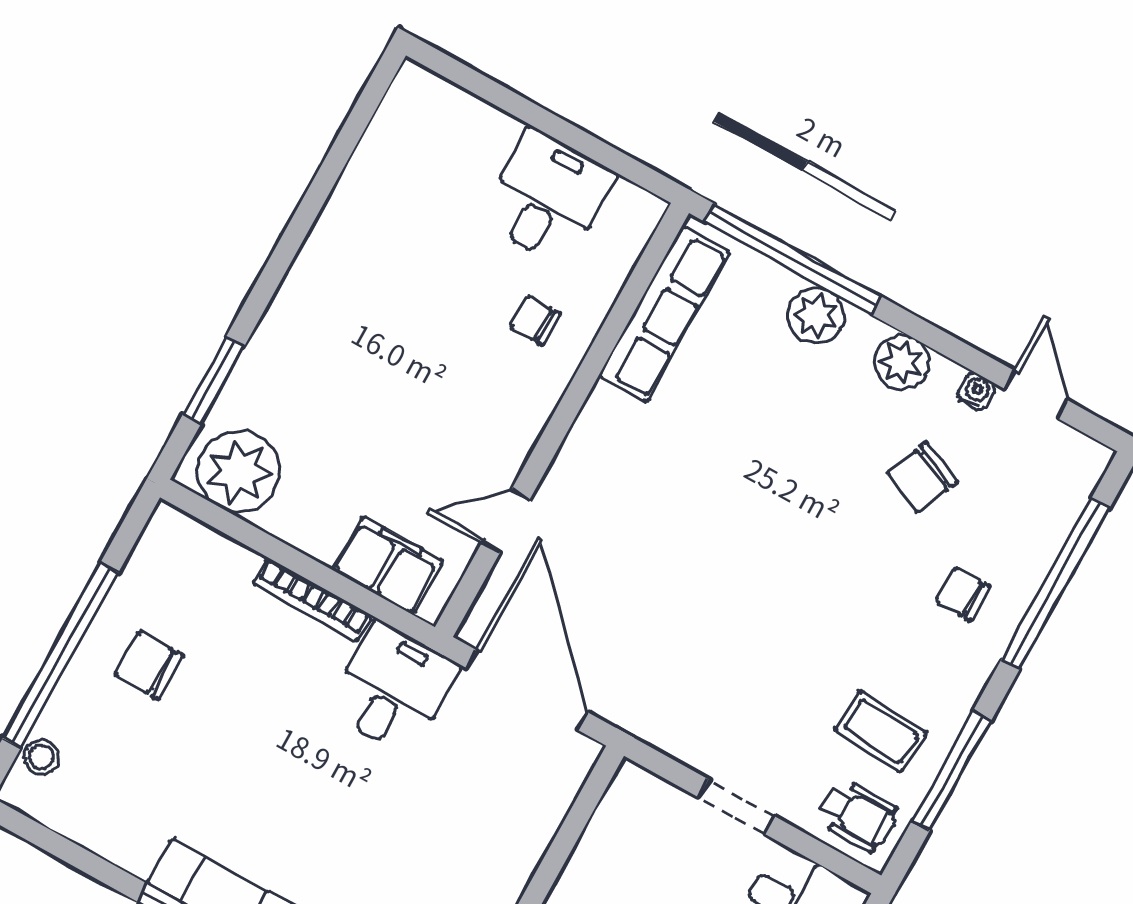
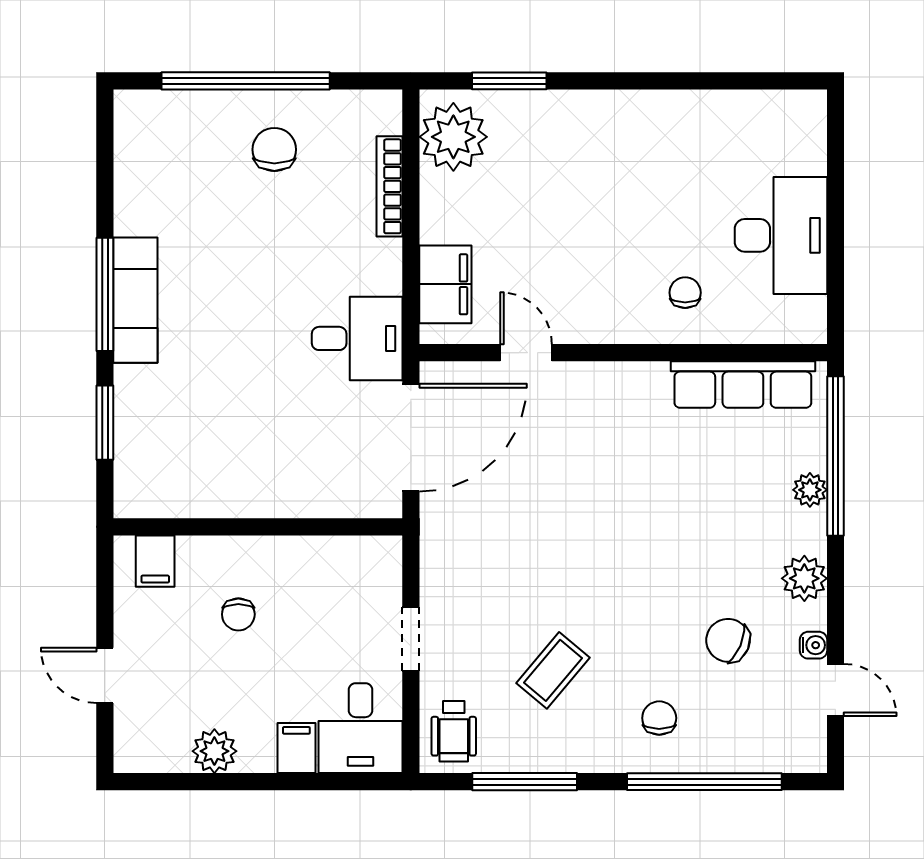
desk: (548, 197) -> (781, 235), width x1.37
plant: (816, 315) -> (810, 490), width x0.73, depth x0.73
door: (1036, 394) -> (835, 690), hinge flipped
bookcase: (312, 600) -> (389, 186), moved
coffee table: (881, 732) -> (553, 670), moved, turned 36
stool: (41, 757) -> (163, 108), removed

